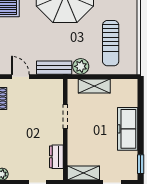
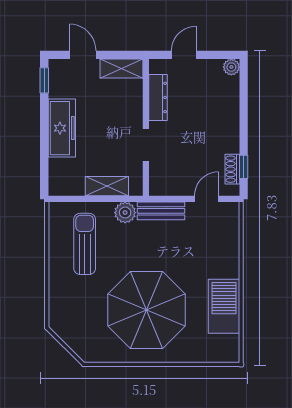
door: (20, 77) -> (207, 199), swing flipped
dresser: (56, 157) -> (158, 97), width x1.44

